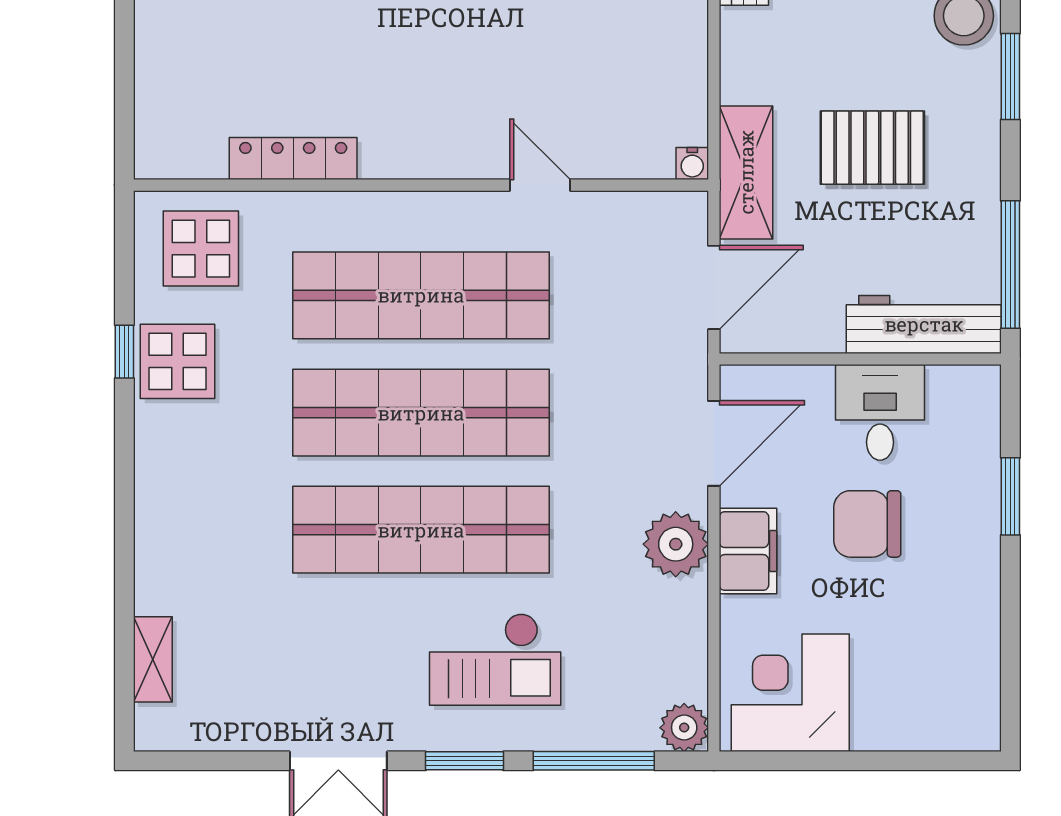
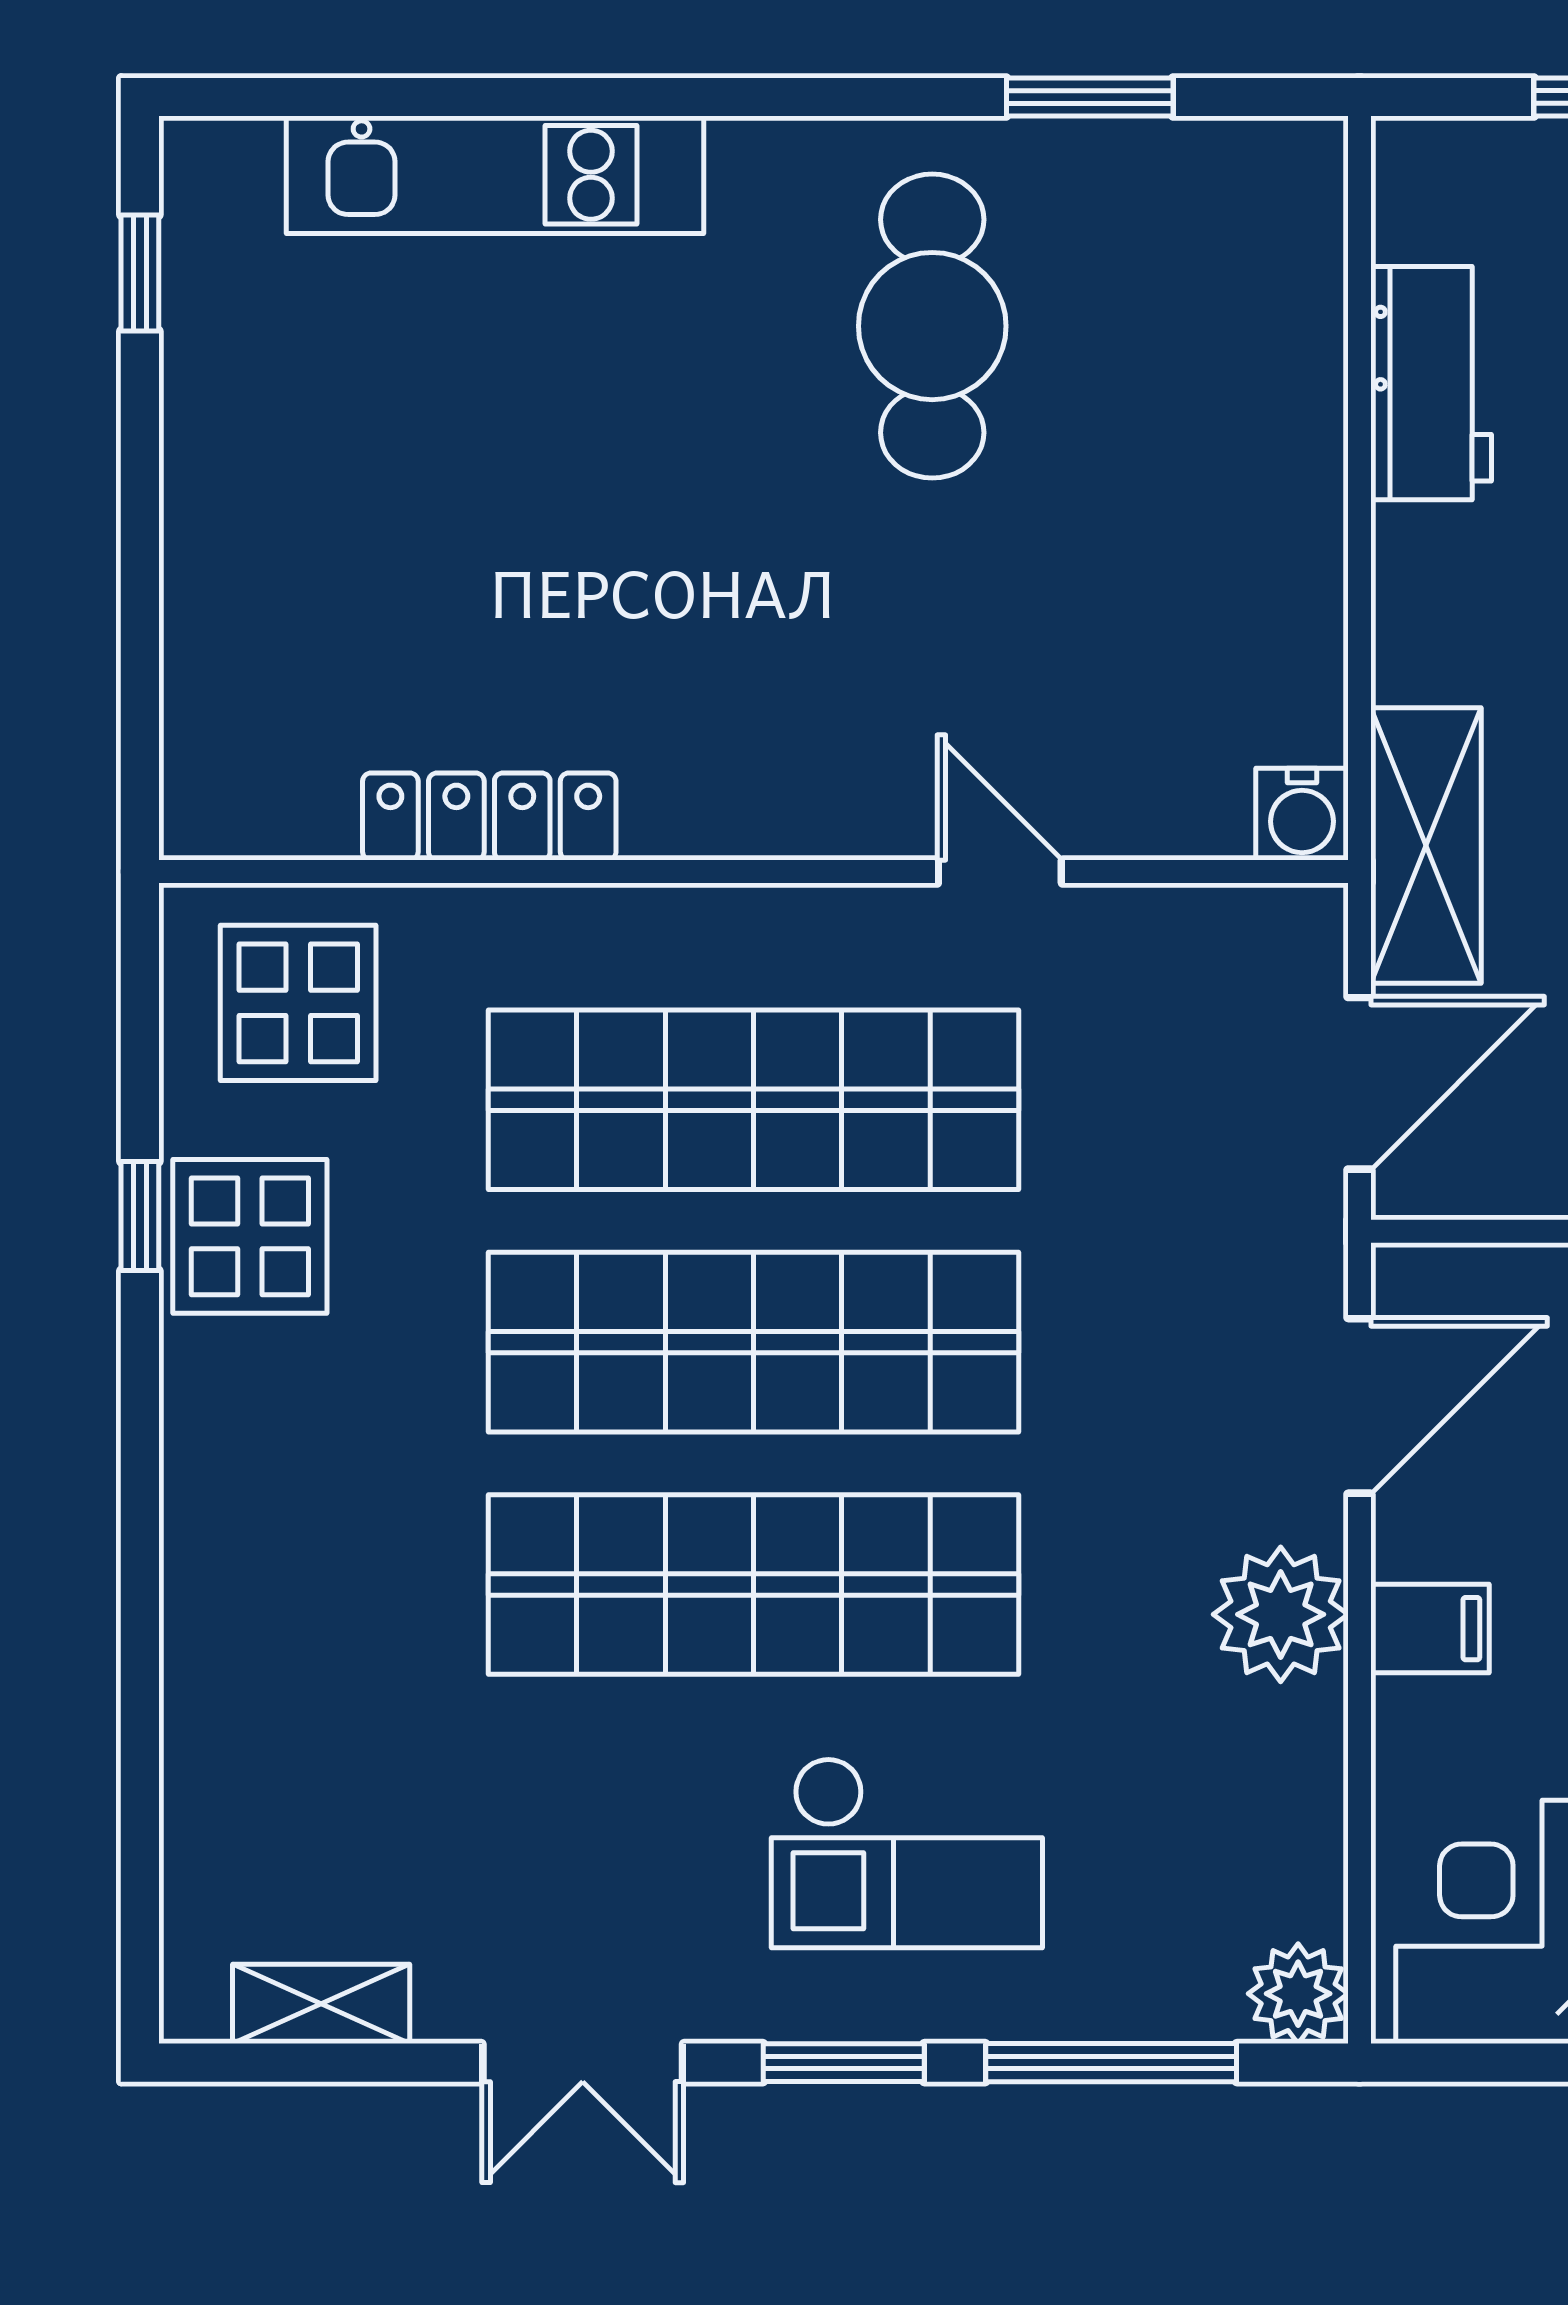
water cooler: (692, 163) -> (1302, 814), width x1.38, depth x1.38
filing cabinet: (748, 551) -> (1430, 1629), width x0.50
shelving: (153, 659) -> (321, 2004), moved, turned 90

